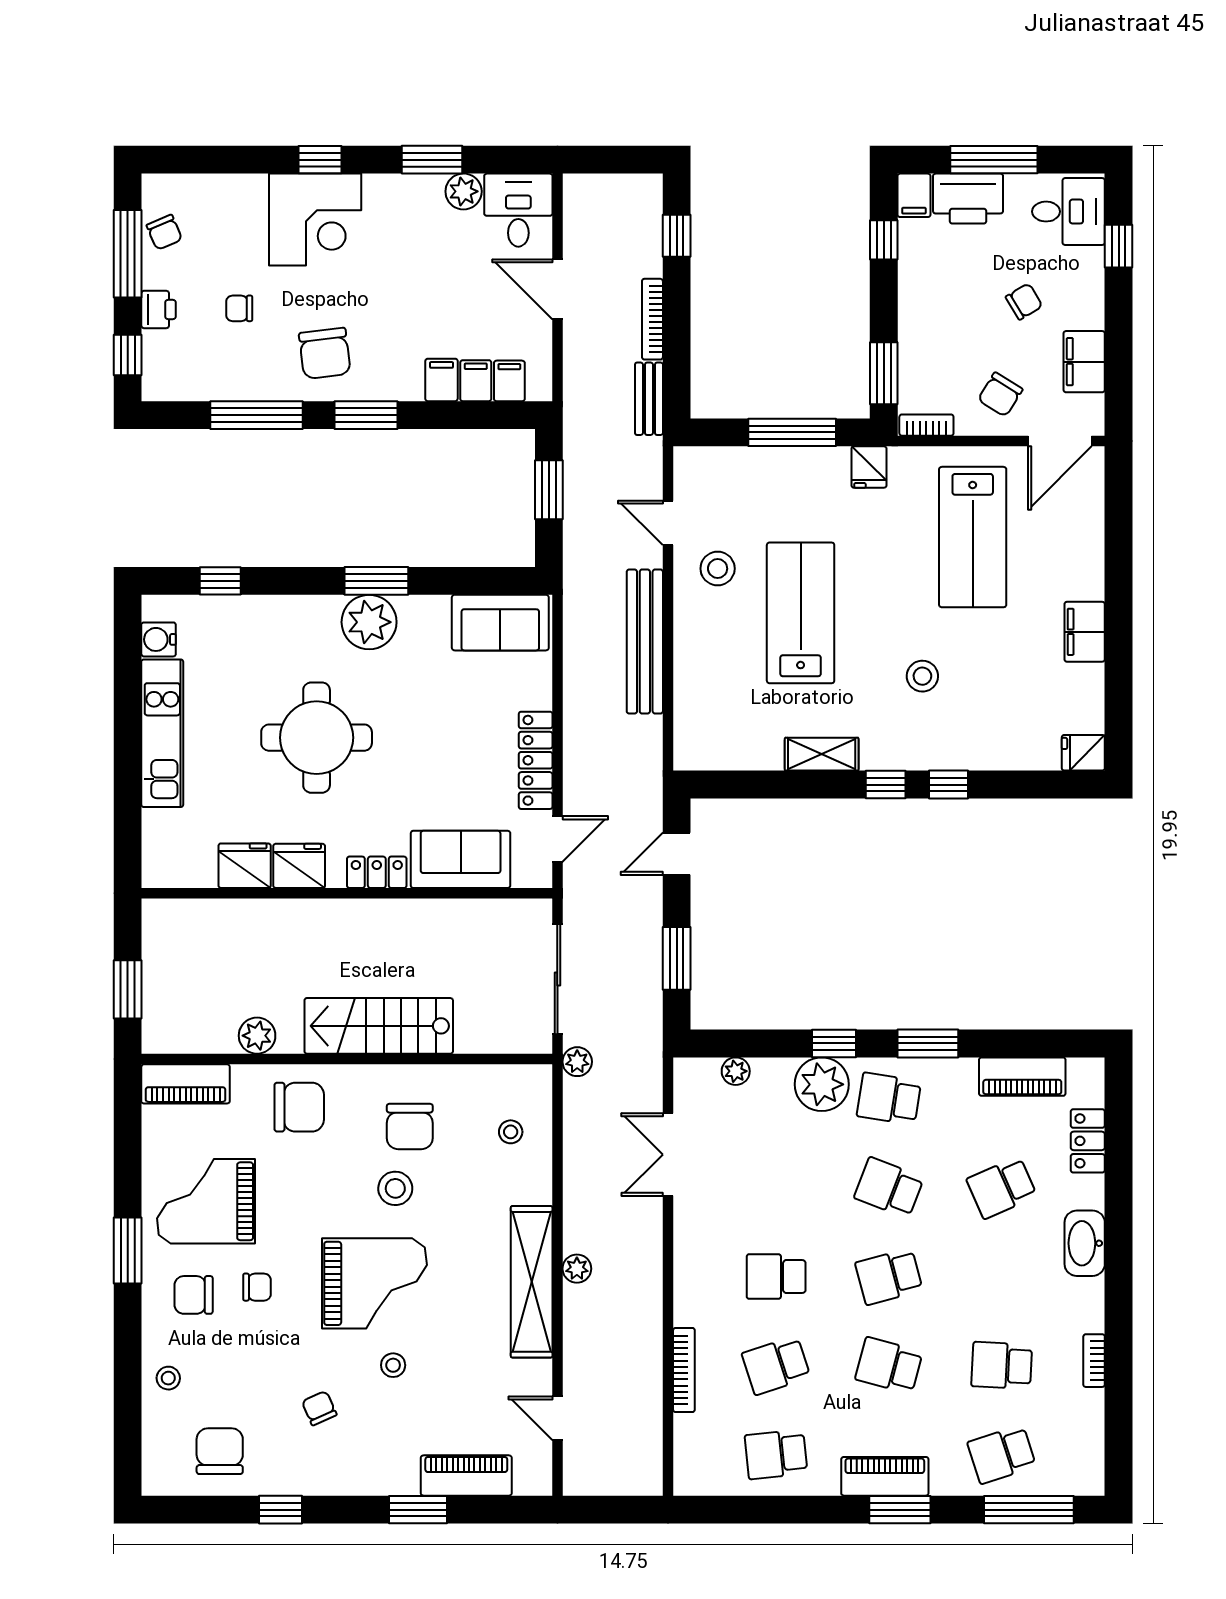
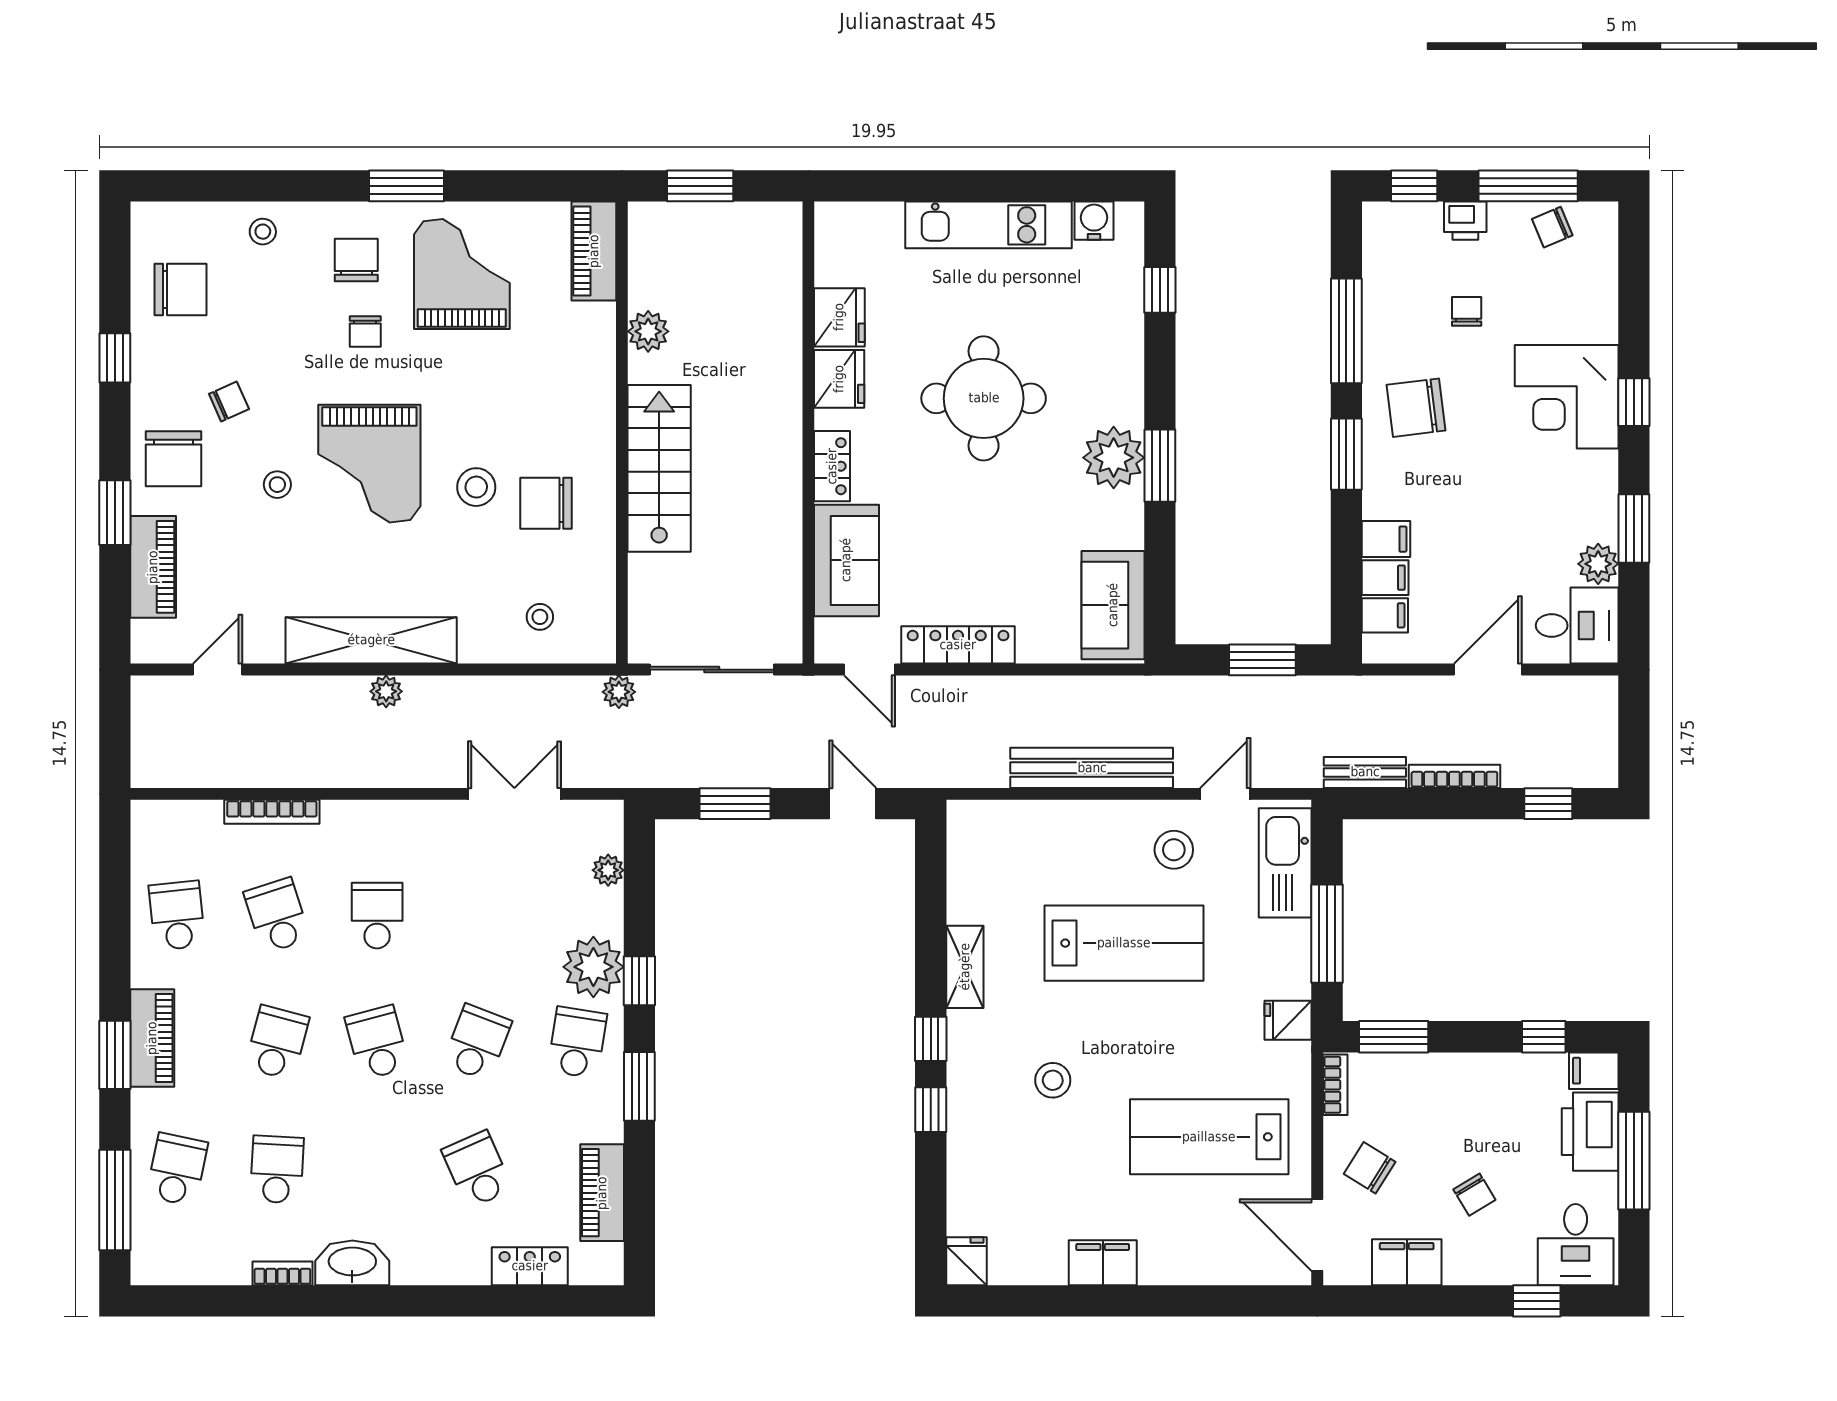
kitchen sink: (729, 470) -> (1285, 863), added
chair: (299, 1107) -> (173, 459), moved
washbasin: (1085, 1243) -> (352, 1263), moved
school desk: (1002, 1454) -> (177, 1169), turned 30

